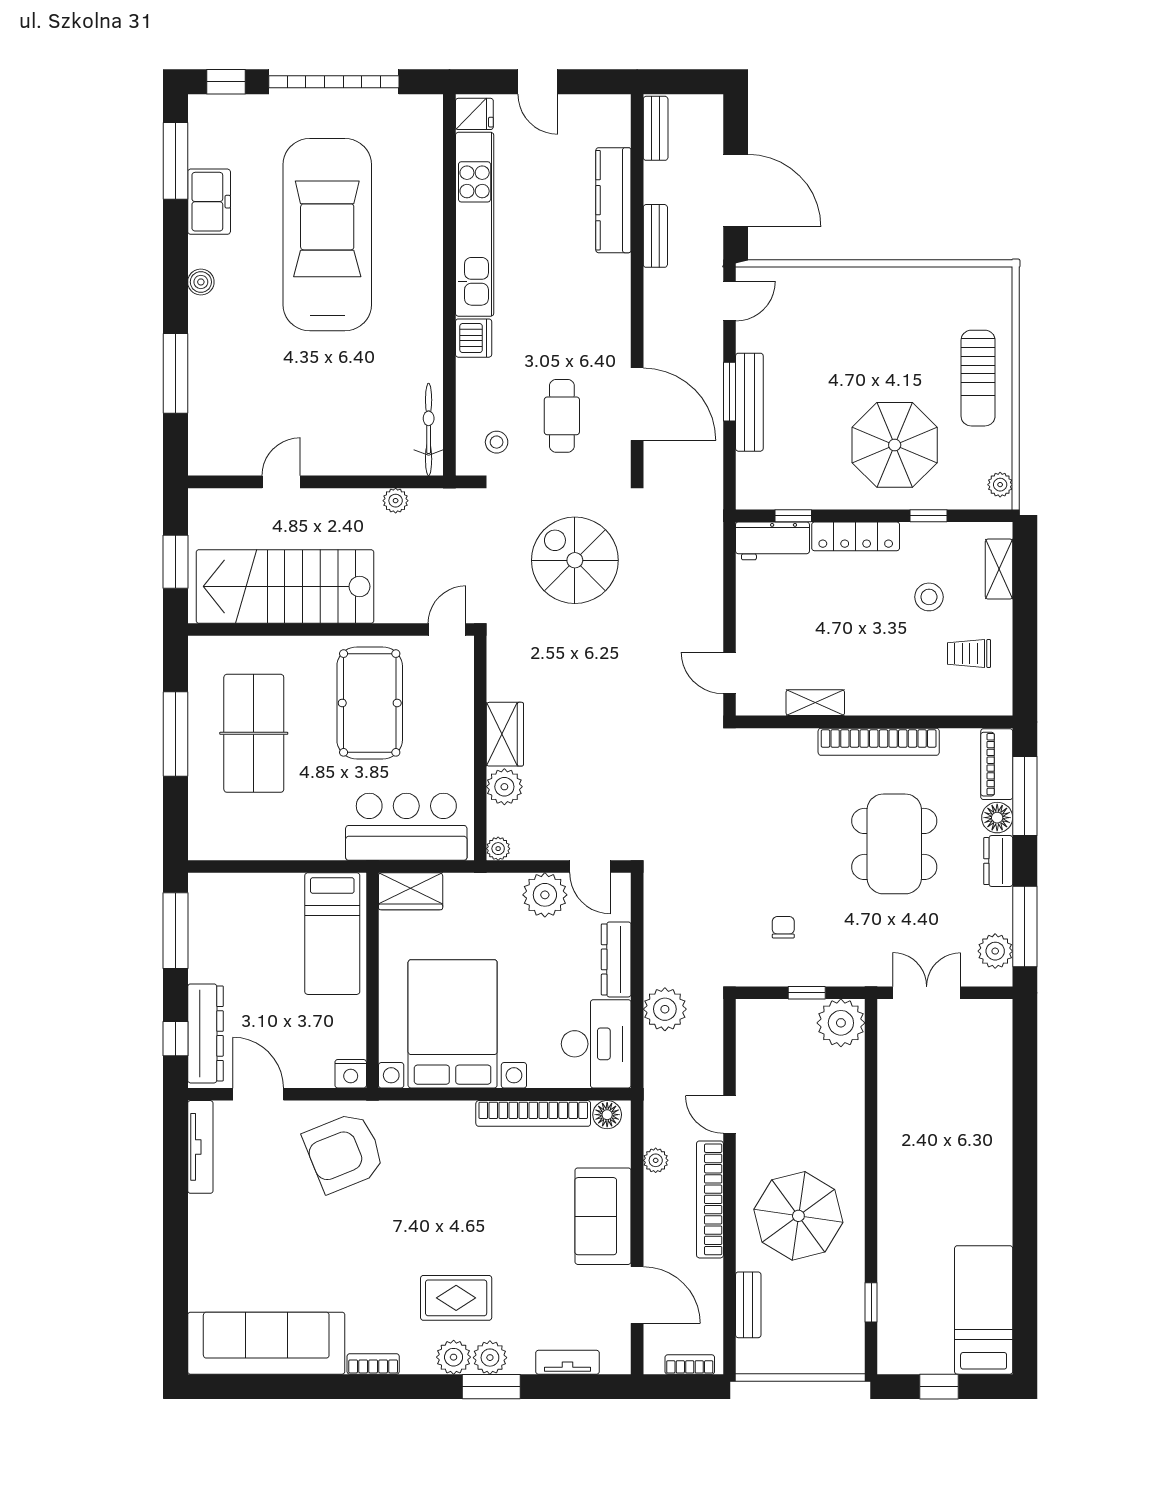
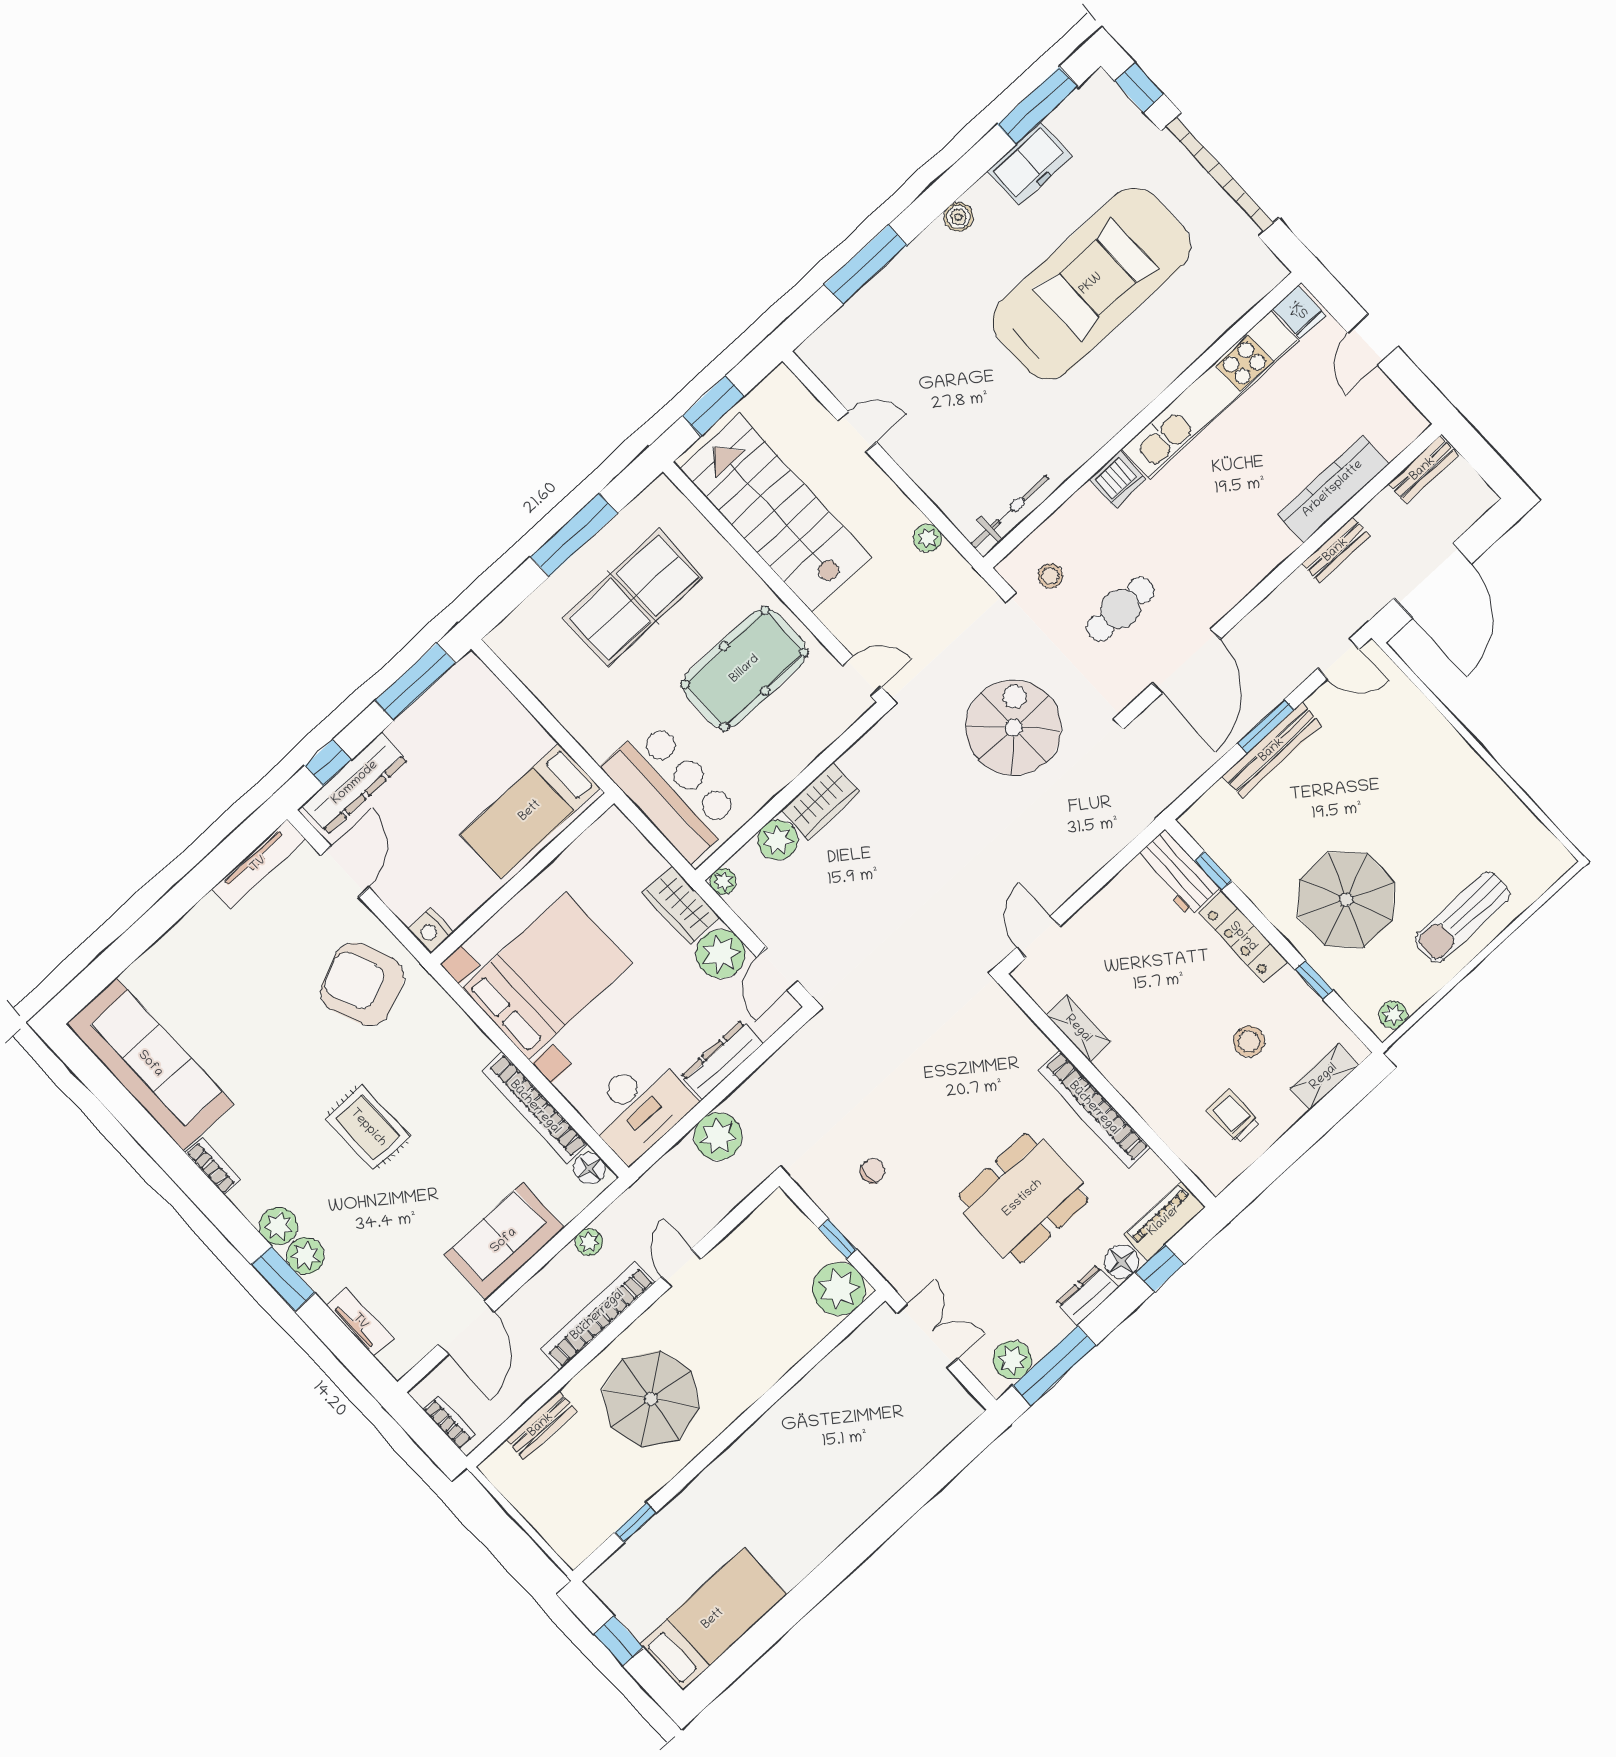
window: (1025, 796) -> (1160, 1268), width x0.46
wardrobe: (411, 891) -> (681, 905), moved
rug: (456, 1298) -> (368, 1128), moved

